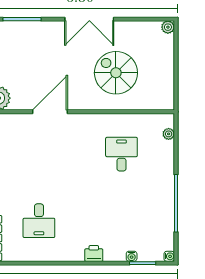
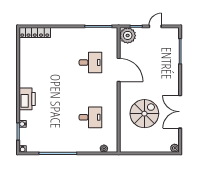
double door: (89, 19) -> (180, 112), moved
desk: (39, 221) -> (90, 63), moved, turned 180
printer: (94, 253) -> (27, 99), width x1.87, depth x1.48

